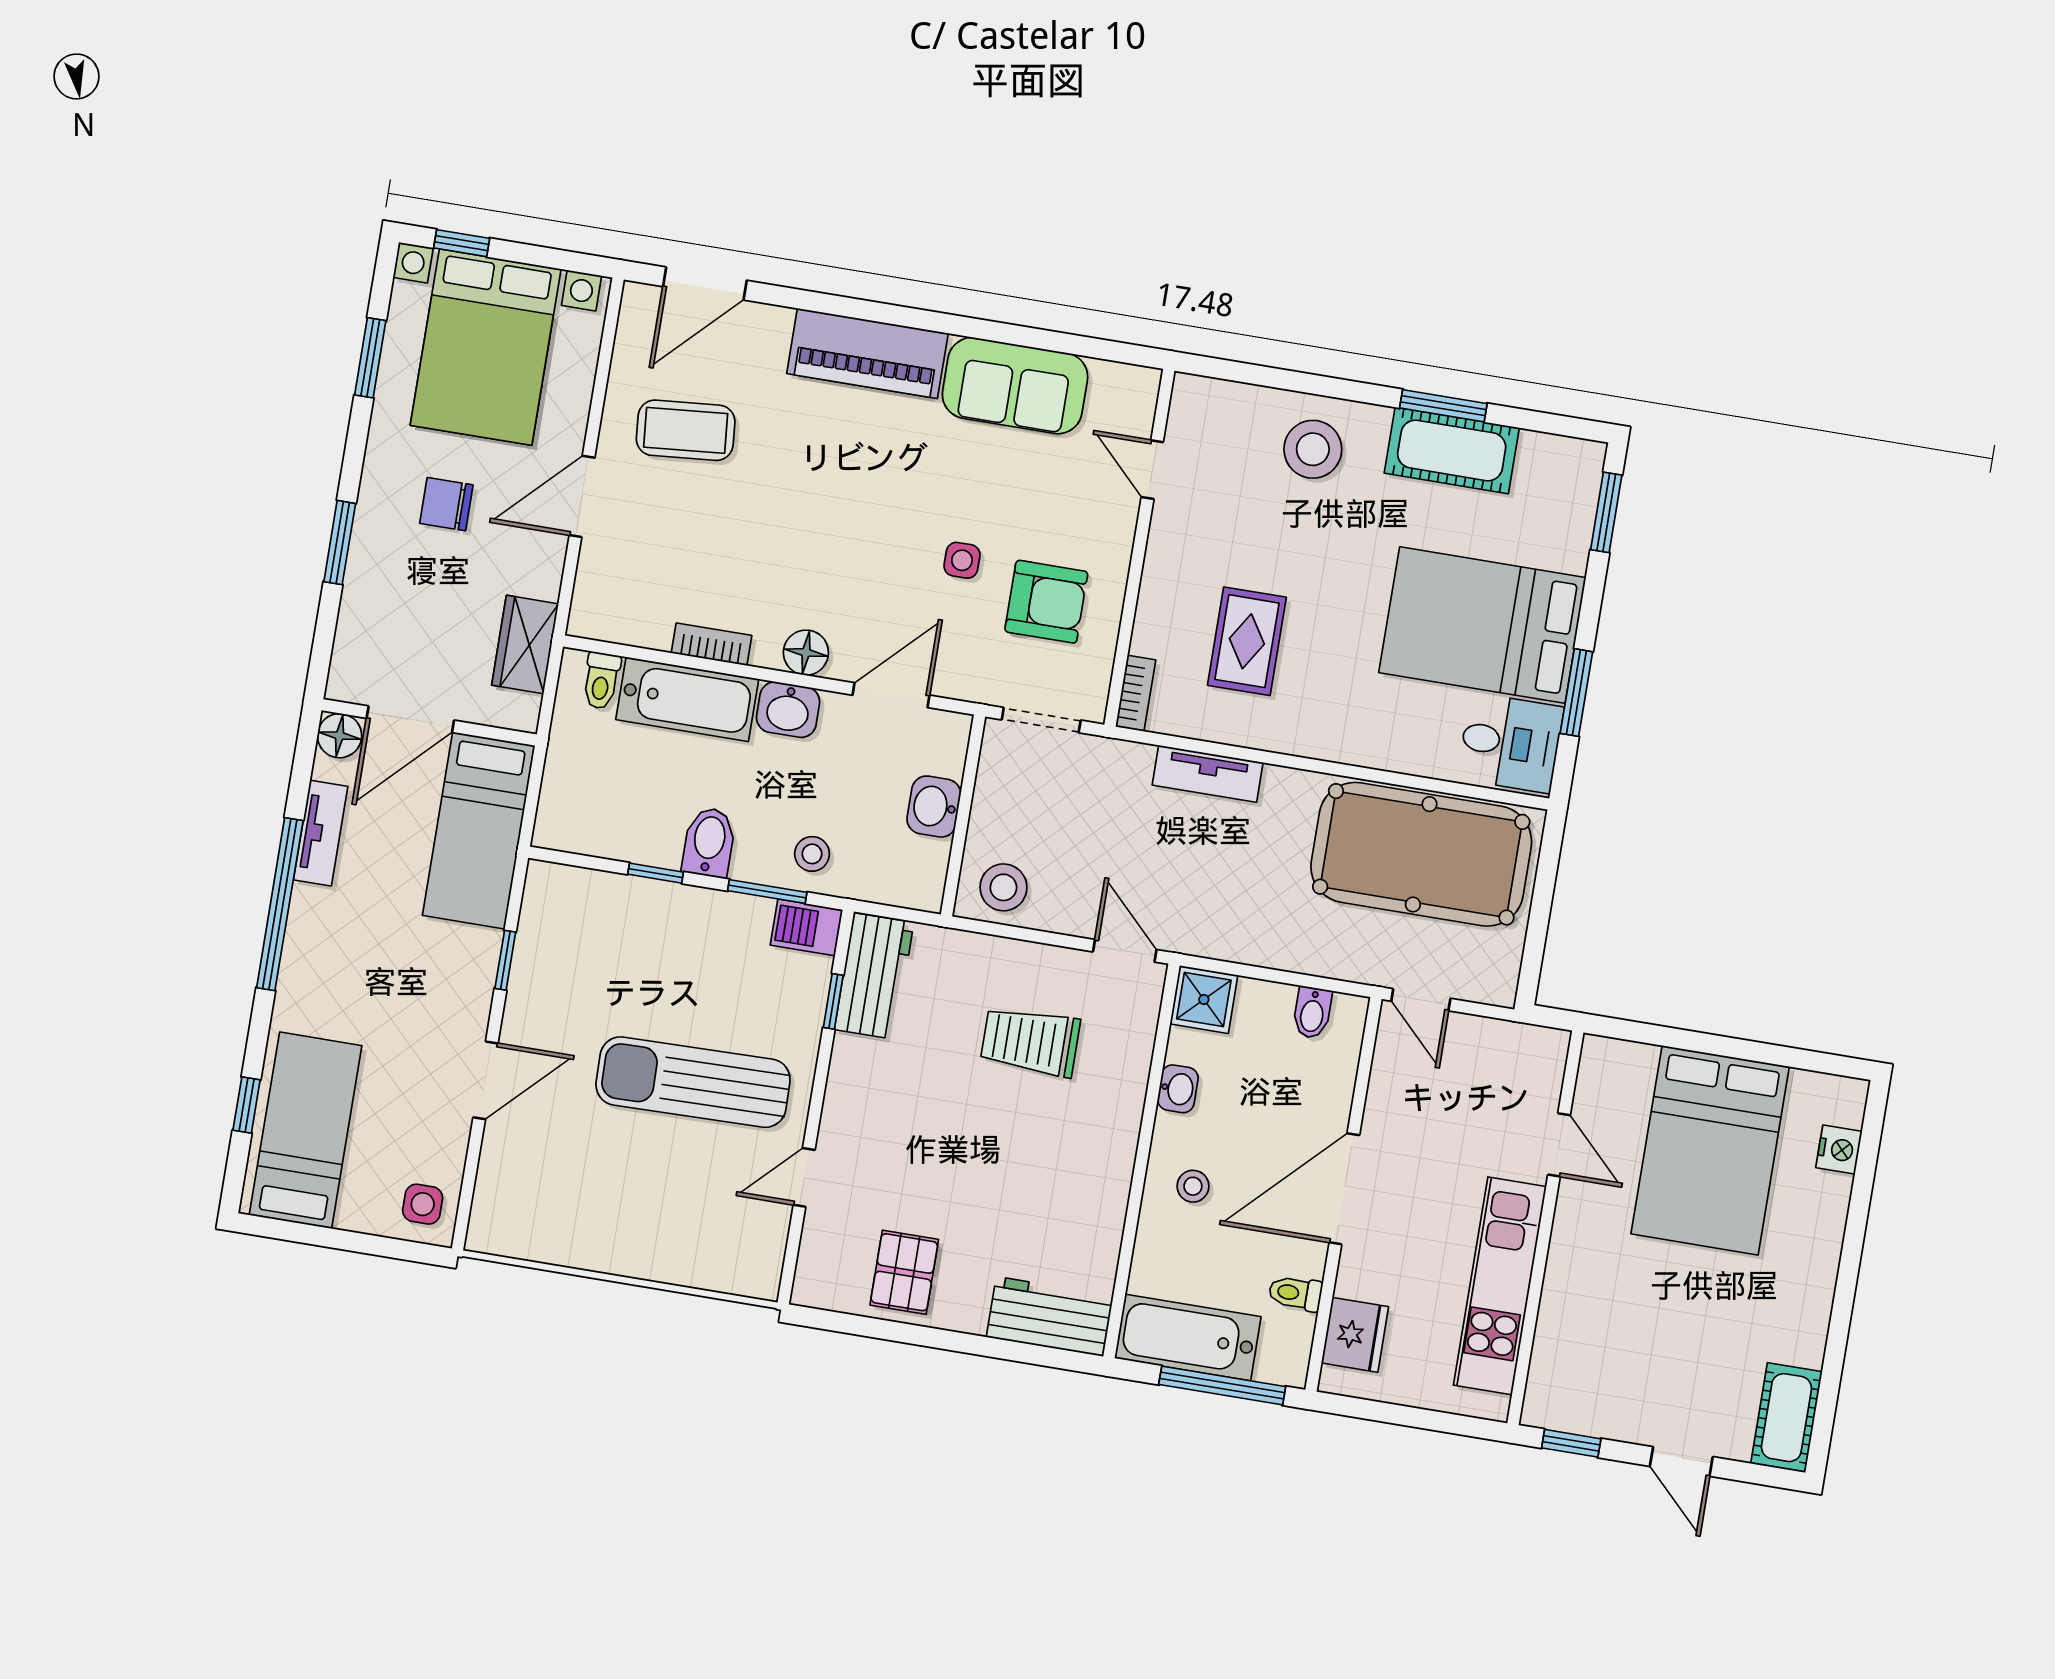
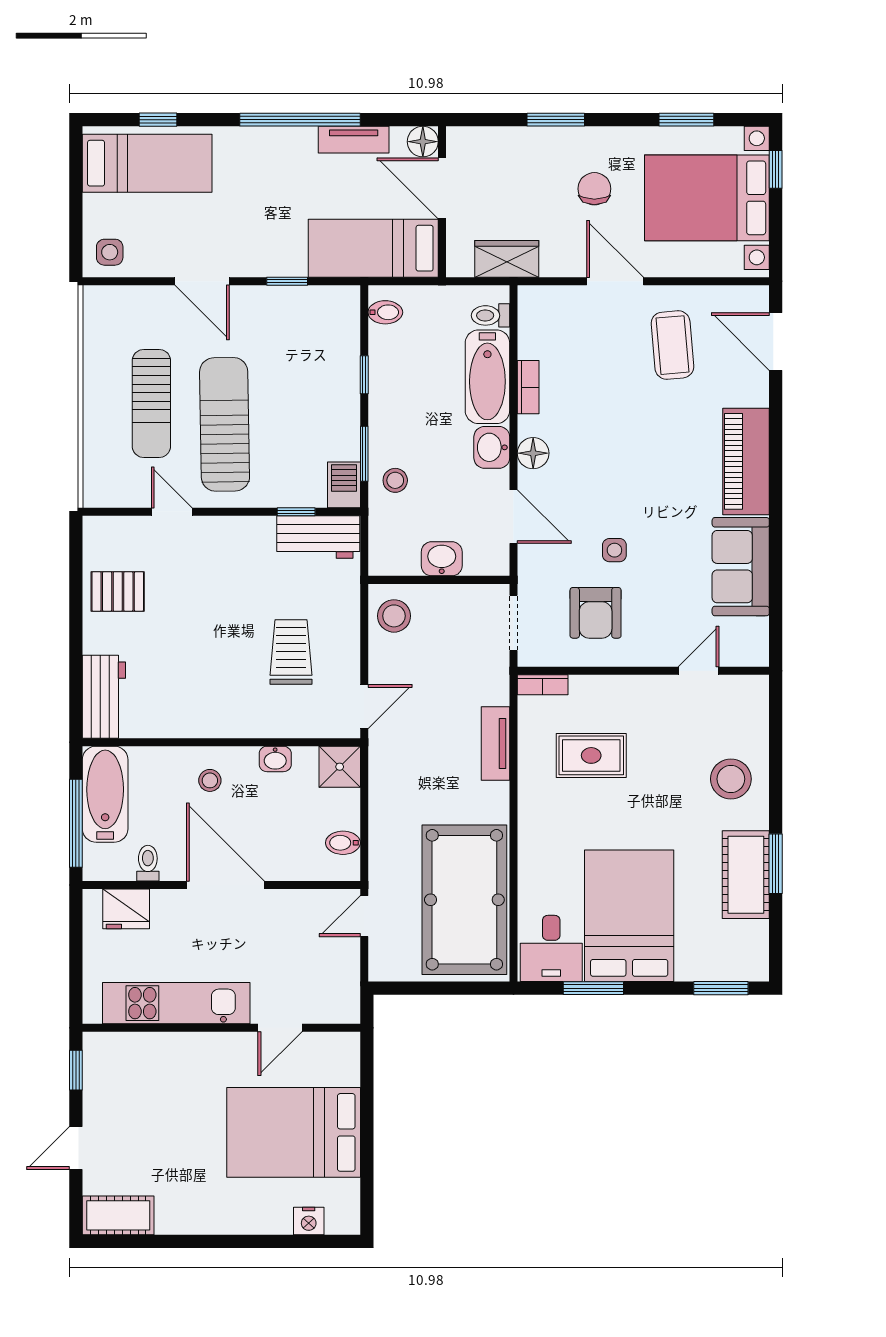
bidet: (709, 842) -> (385, 312), moved, width x0.72, depth x0.74
sun lounger: (646, 1181) -> (151, 403), added

